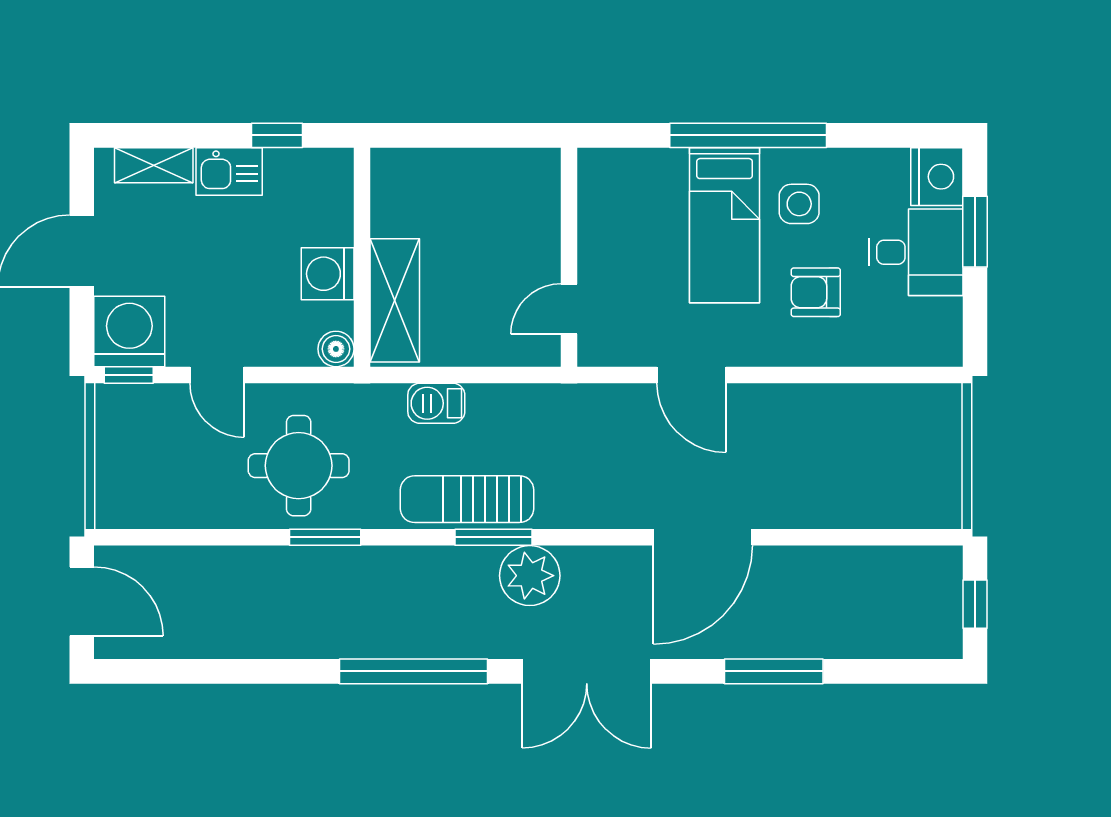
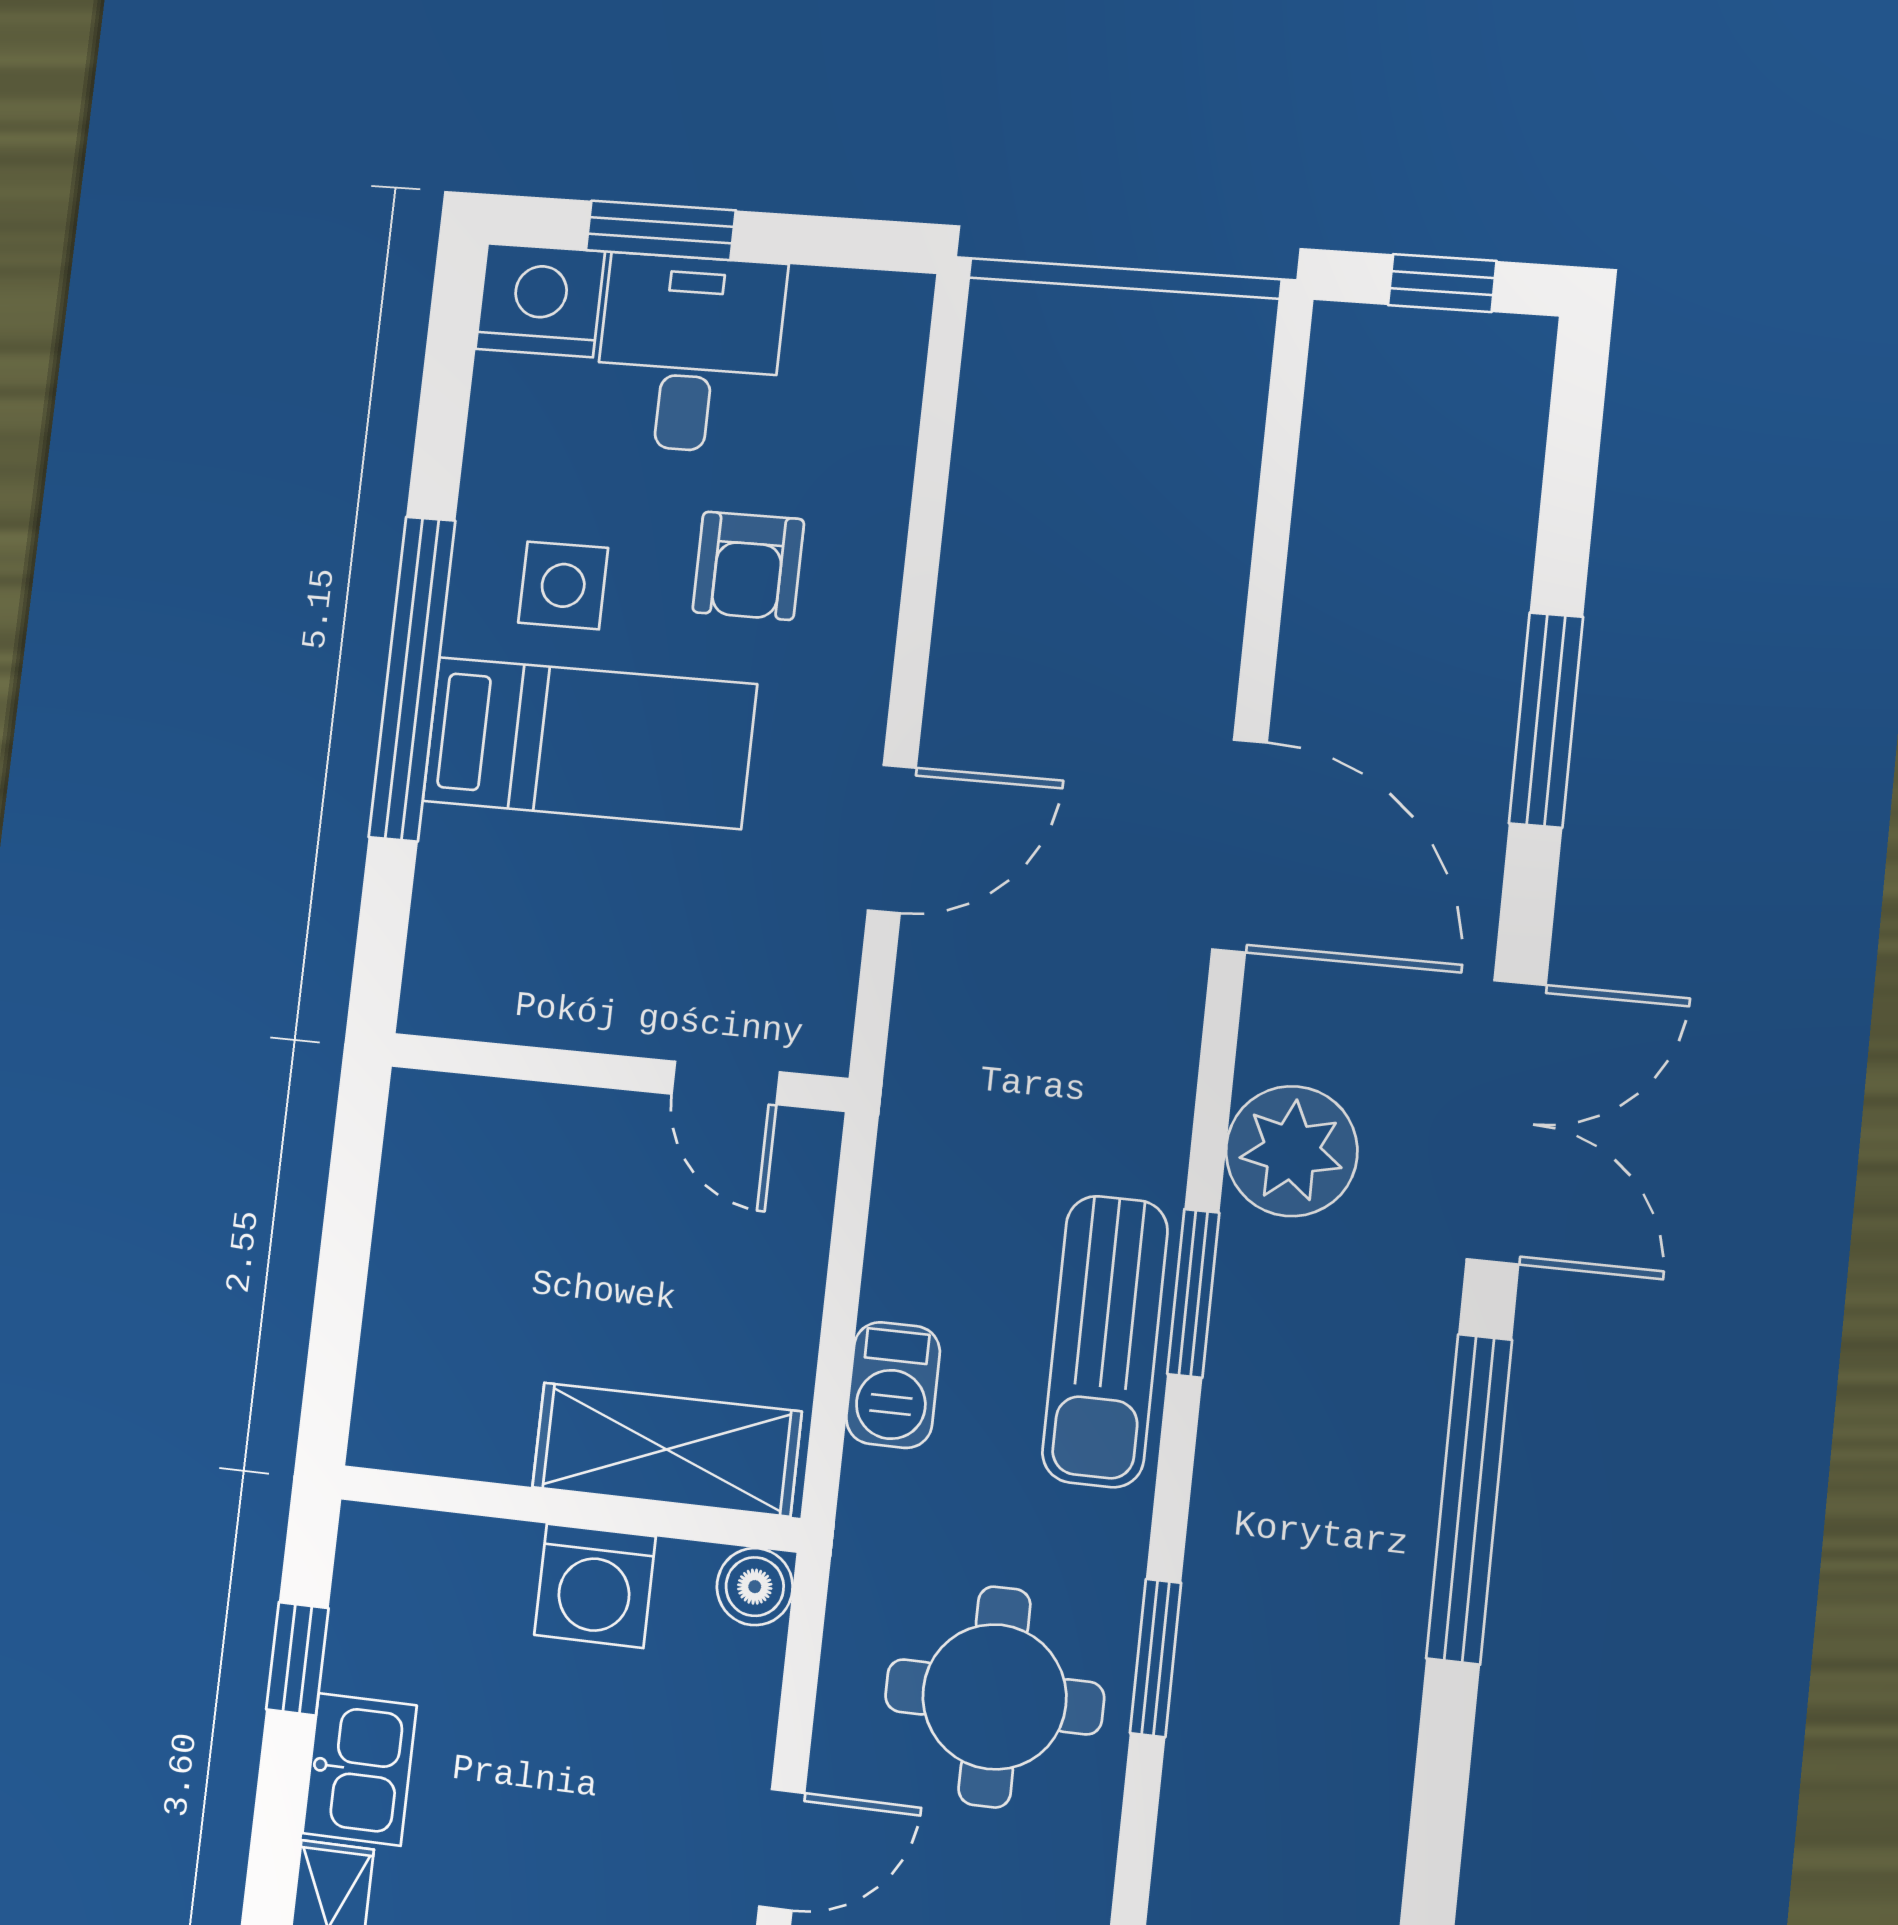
plant: (530, 576) -> (1292, 1151), moved

